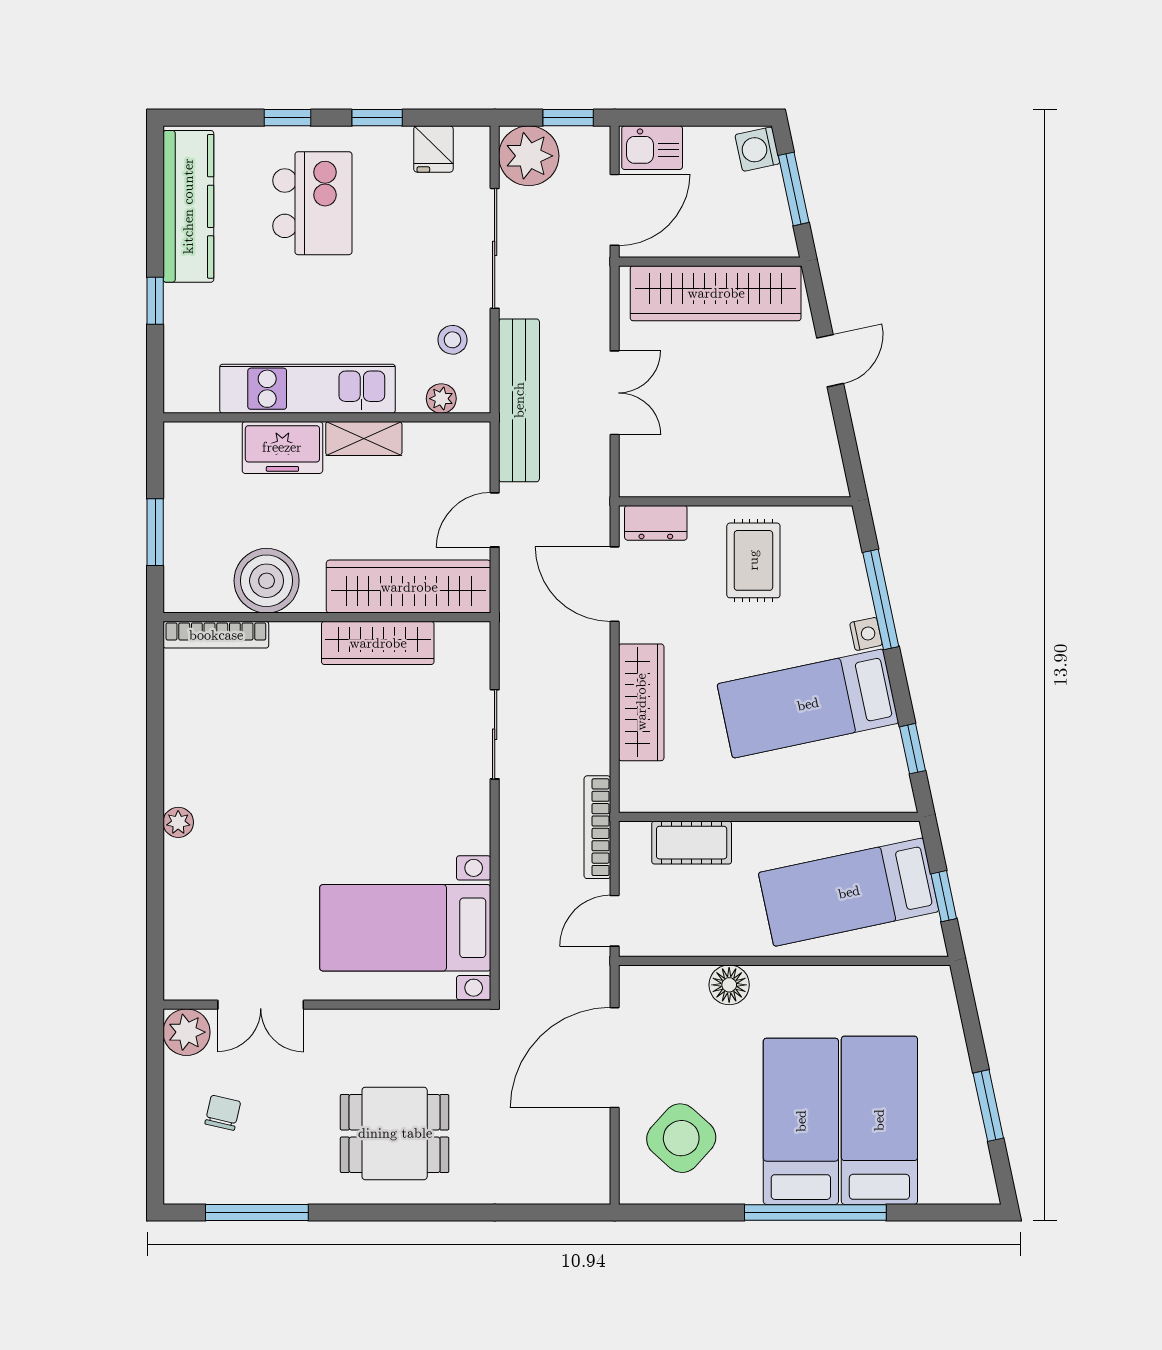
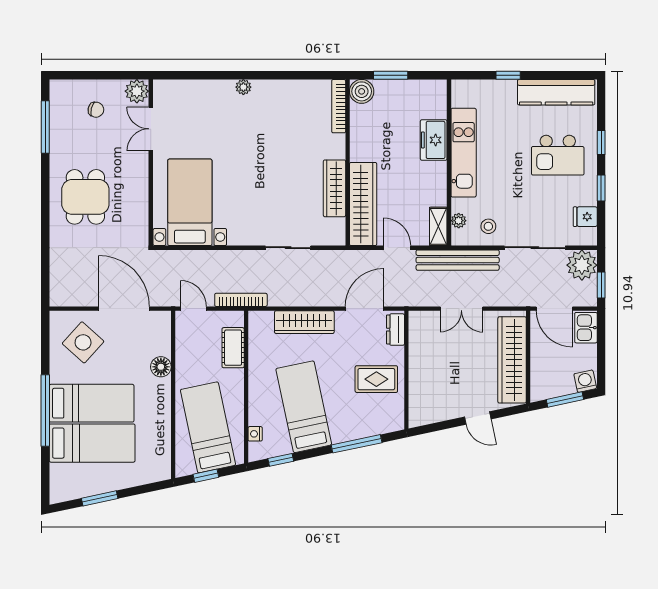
shelving: (364, 438) -> (438, 226), moved
boiler: (267, 581) -> (362, 91), moved, width x0.73, depth x0.73
nightstand: (866, 634) -> (255, 434), moved, turned 102

